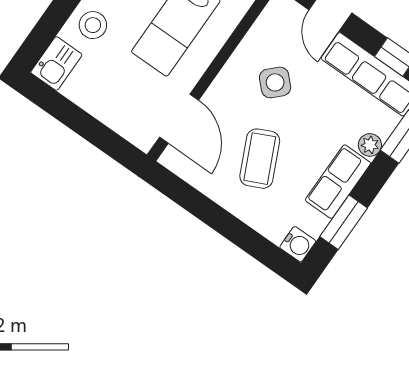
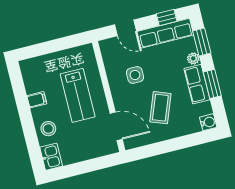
side table: (275, 82) -> (135, 75), turned 45
coffee table: (260, 159) -> (160, 108), turned 46
window: (344, 222) -> (212, 84), moved

